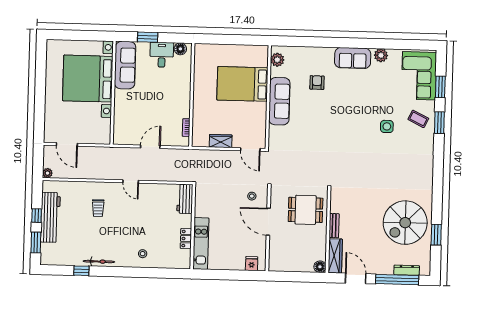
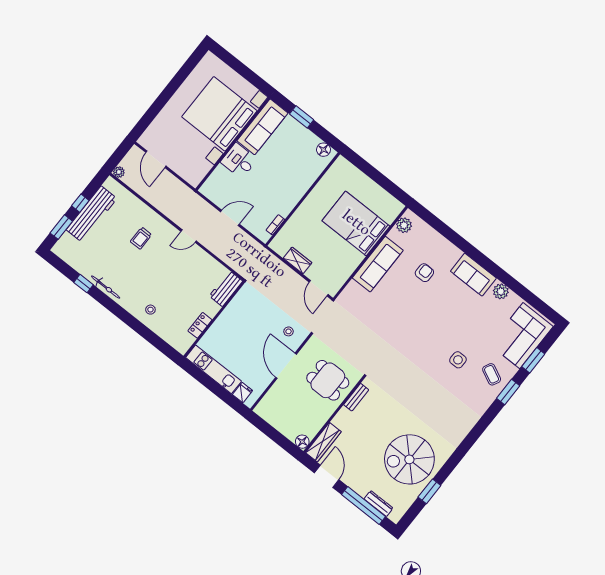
desk: (162, 55) -> (239, 161), moved, turned -90
door: (131, 181) -> (189, 236), hinge flipped
bench: (334, 226) -> (356, 397), moved
kitchen unit: (201, 243) -> (214, 369), moved, turned -90

